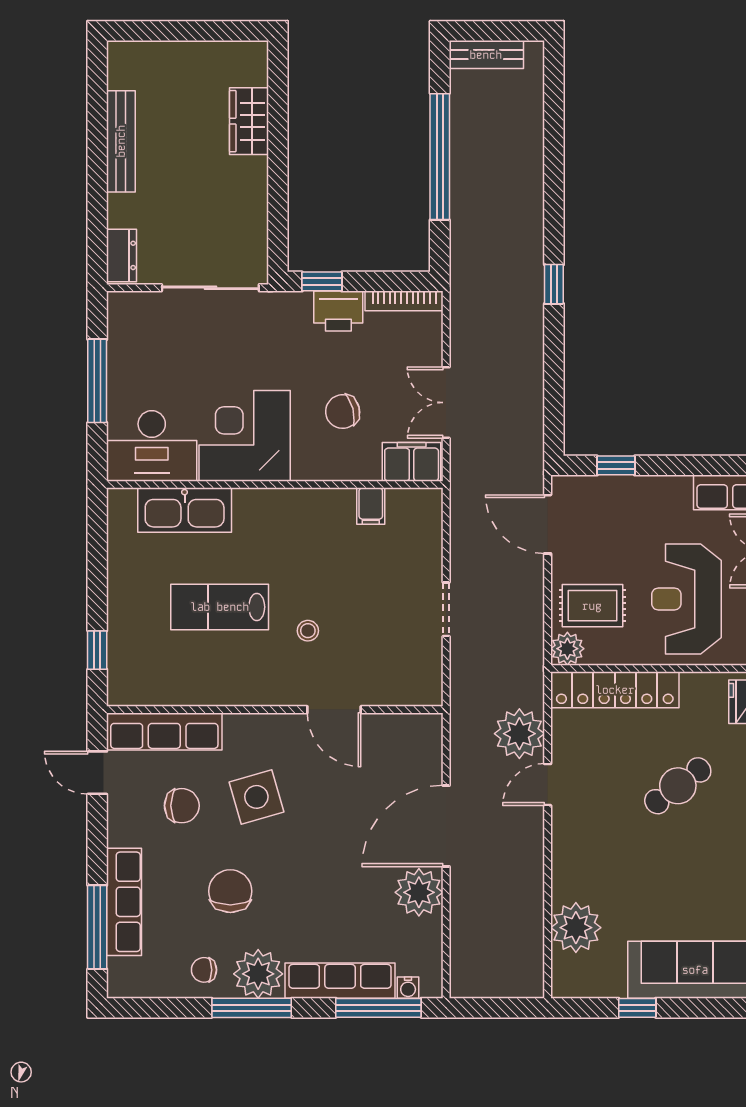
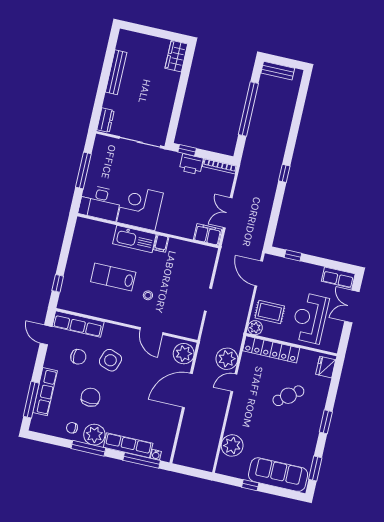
wardrobe: (249, 121) -> (176, 56), moved
chair: (343, 412) -> (183, 207), removed
filing cabinet: (371, 506) -> (161, 243), moved
kitchen sink: (185, 510) -> (134, 239), moved
side table: (256, 797) -> (110, 360), turned 35
plant: (419, 892) -> (184, 354), moved

